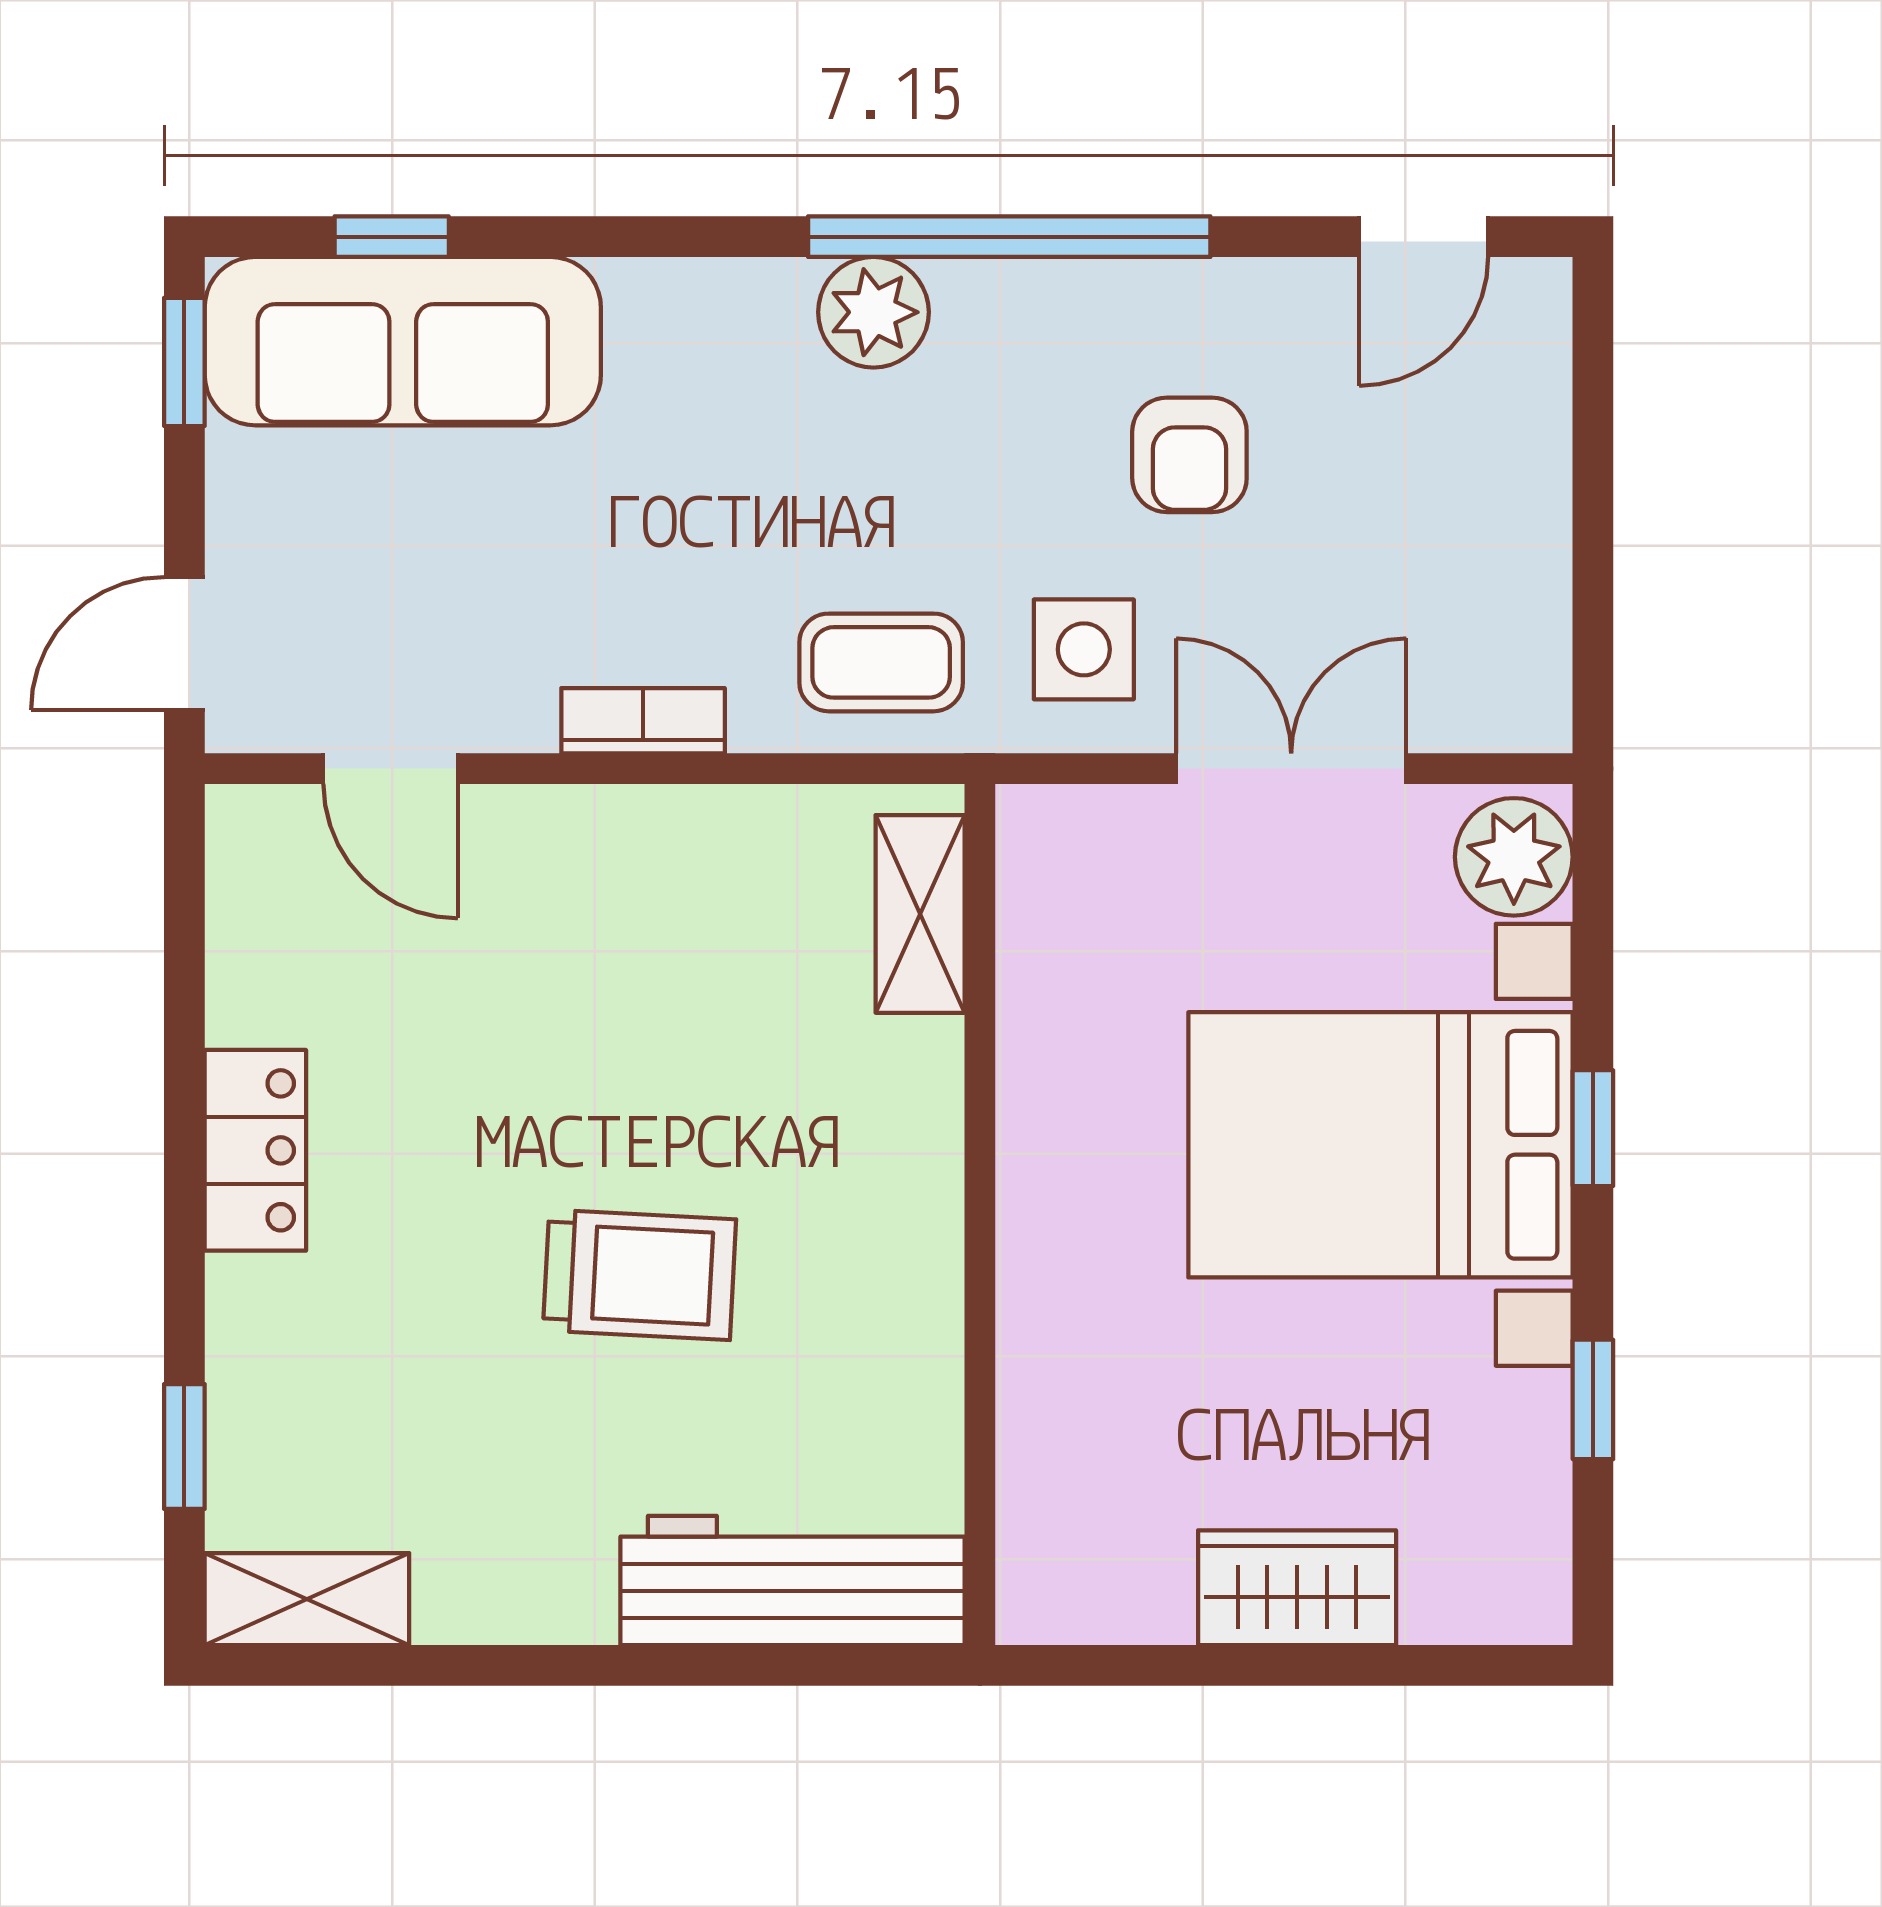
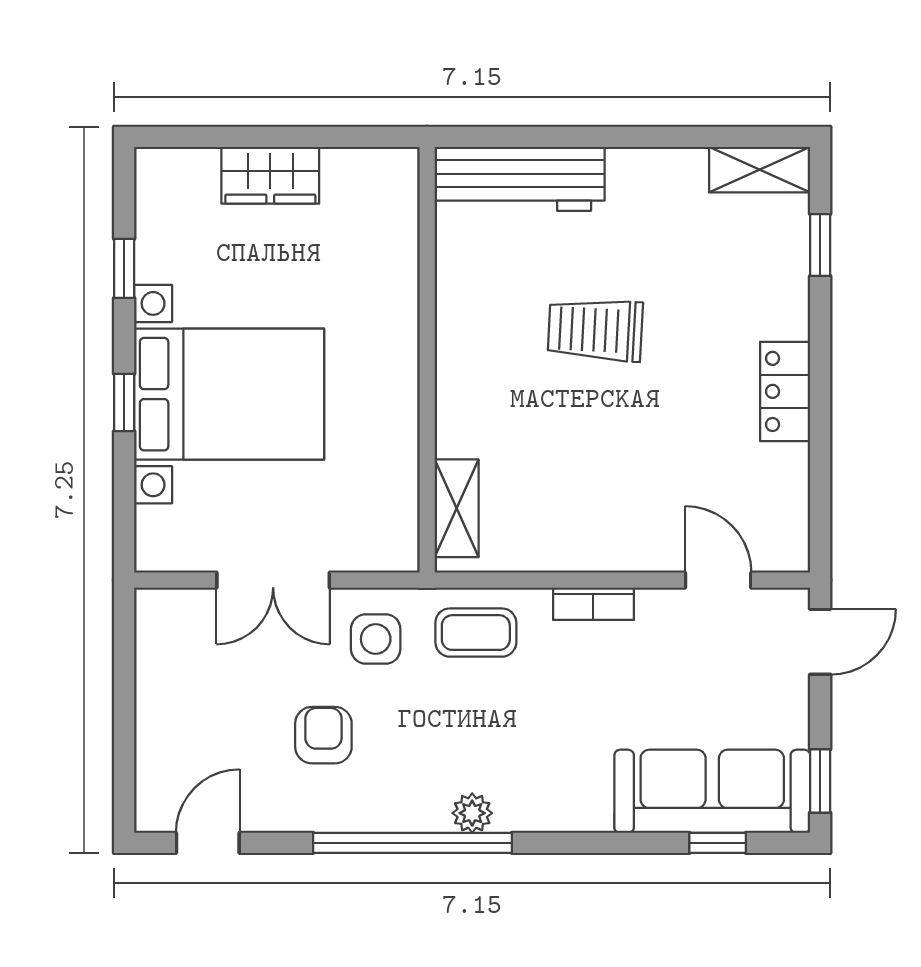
plant: (873, 312) -> (472, 813), width x0.73, depth x0.73
plant: (1514, 857) -> (163, 536), removed

